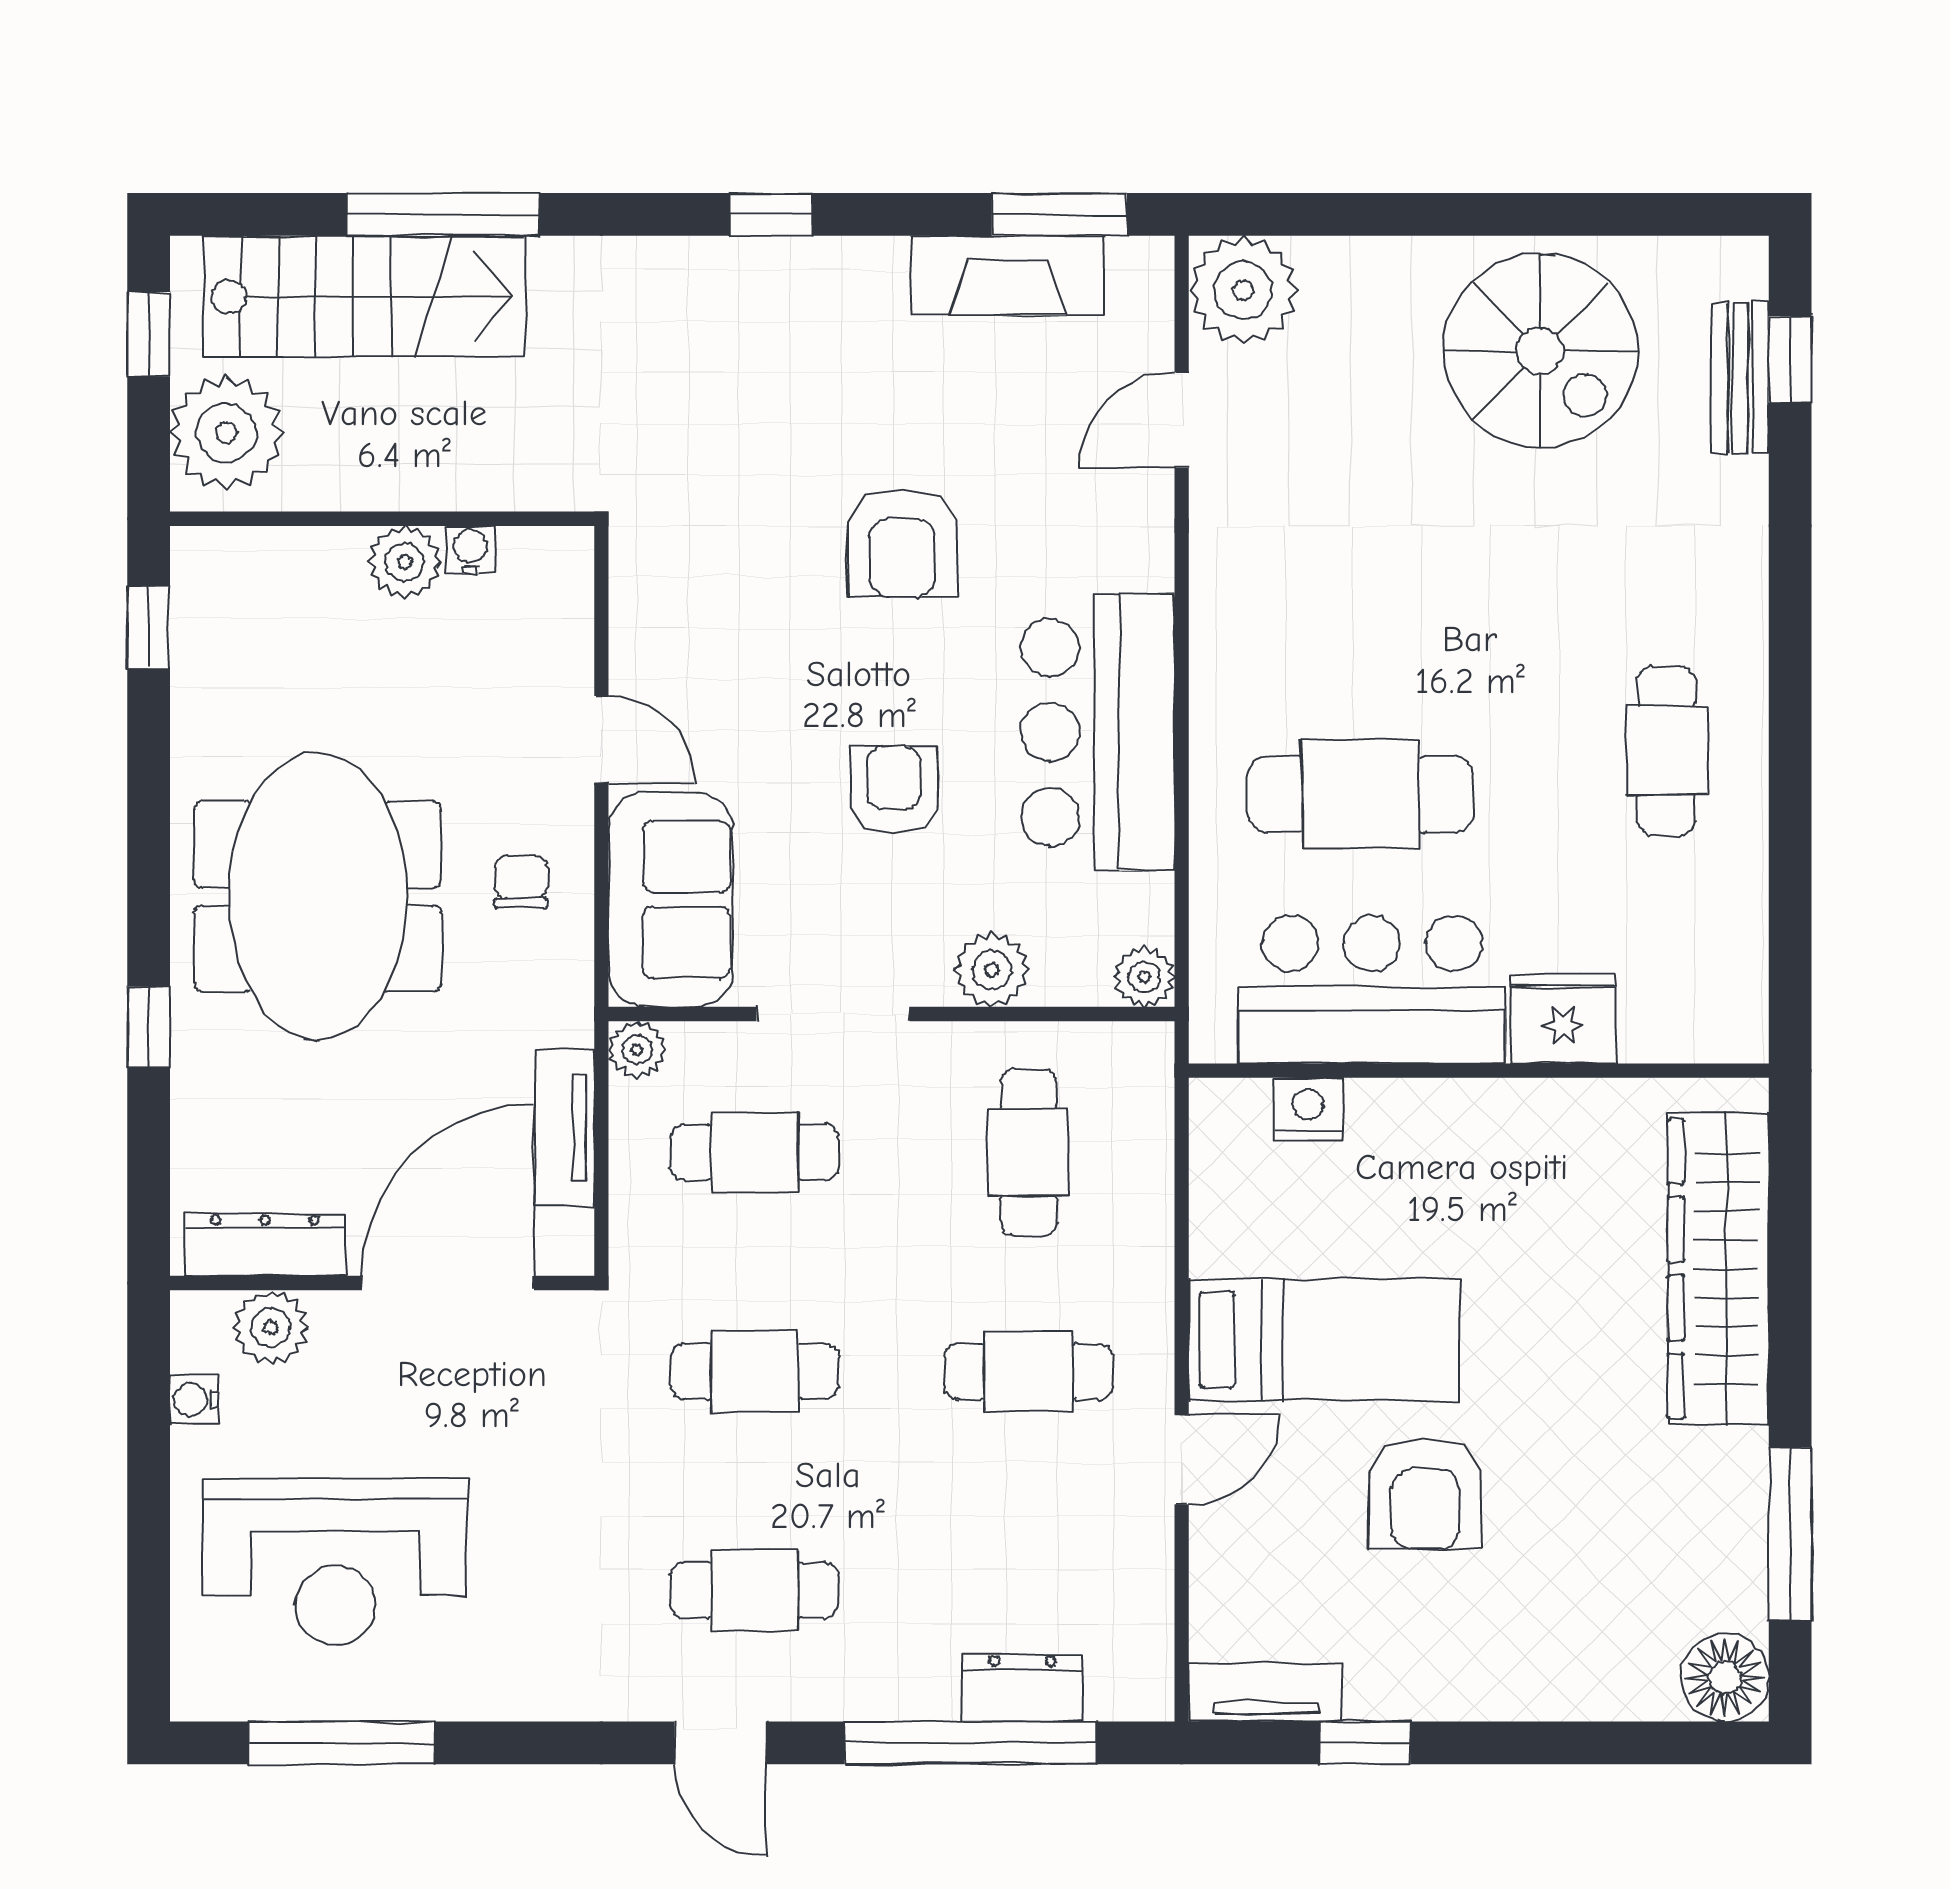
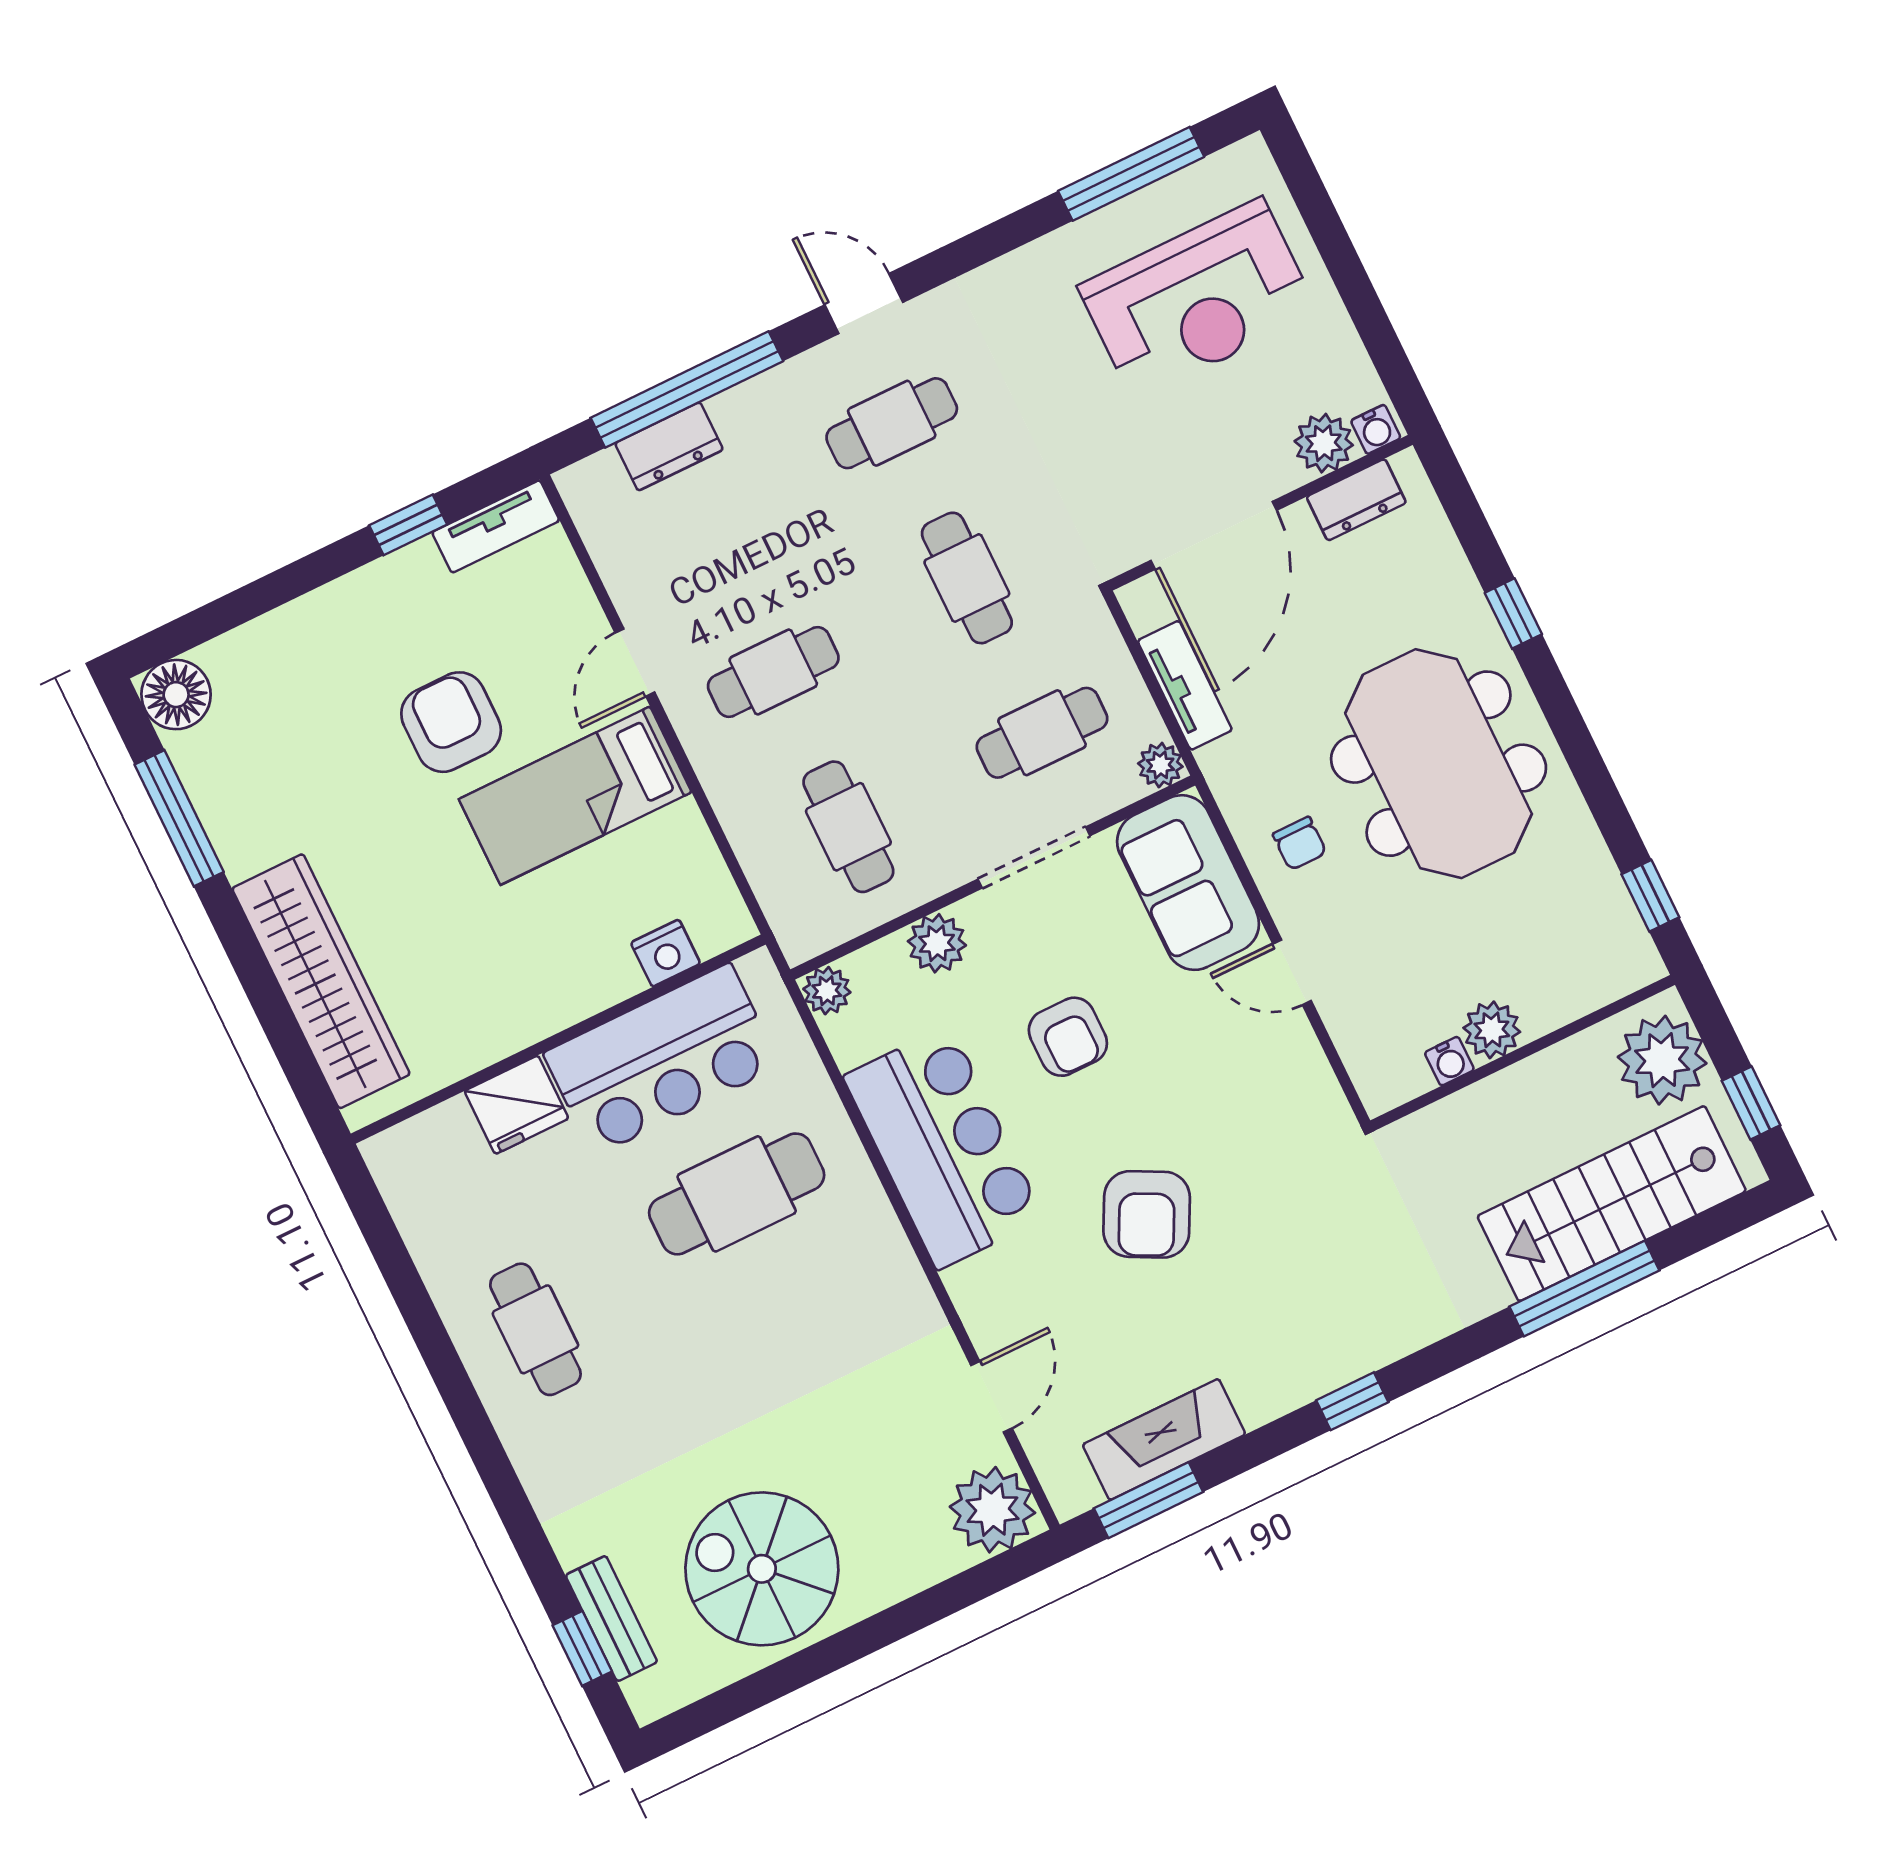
armchair: (902, 543) -> (1147, 1214), turned -153
dresser: (265, 1244) -> (1356, 500), width x0.70
cafe table: (755, 1371) -> (967, 578), turned 90
water cooler: (194, 1400) -> (1376, 429), moved, turned 90
reception desk: (335, 1562) -> (1198, 299), turned 180

